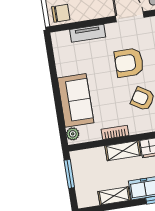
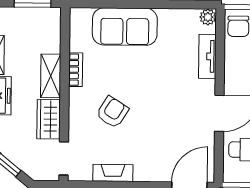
armchair: (129, 63) -> (161, 102), removed
plant: (73, 134) -> (208, 17), moved

